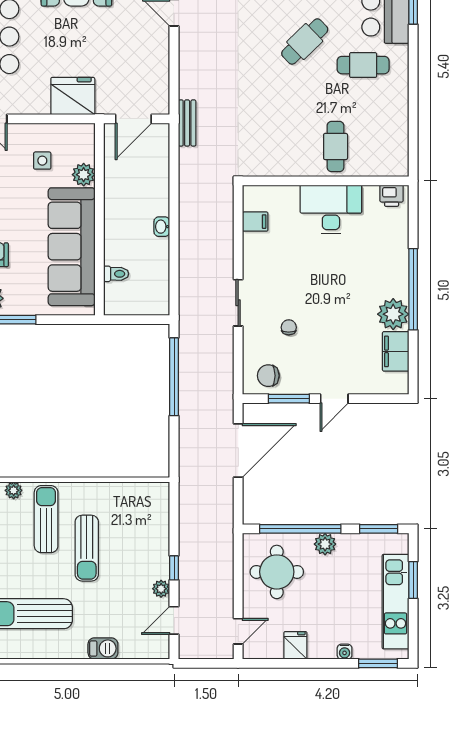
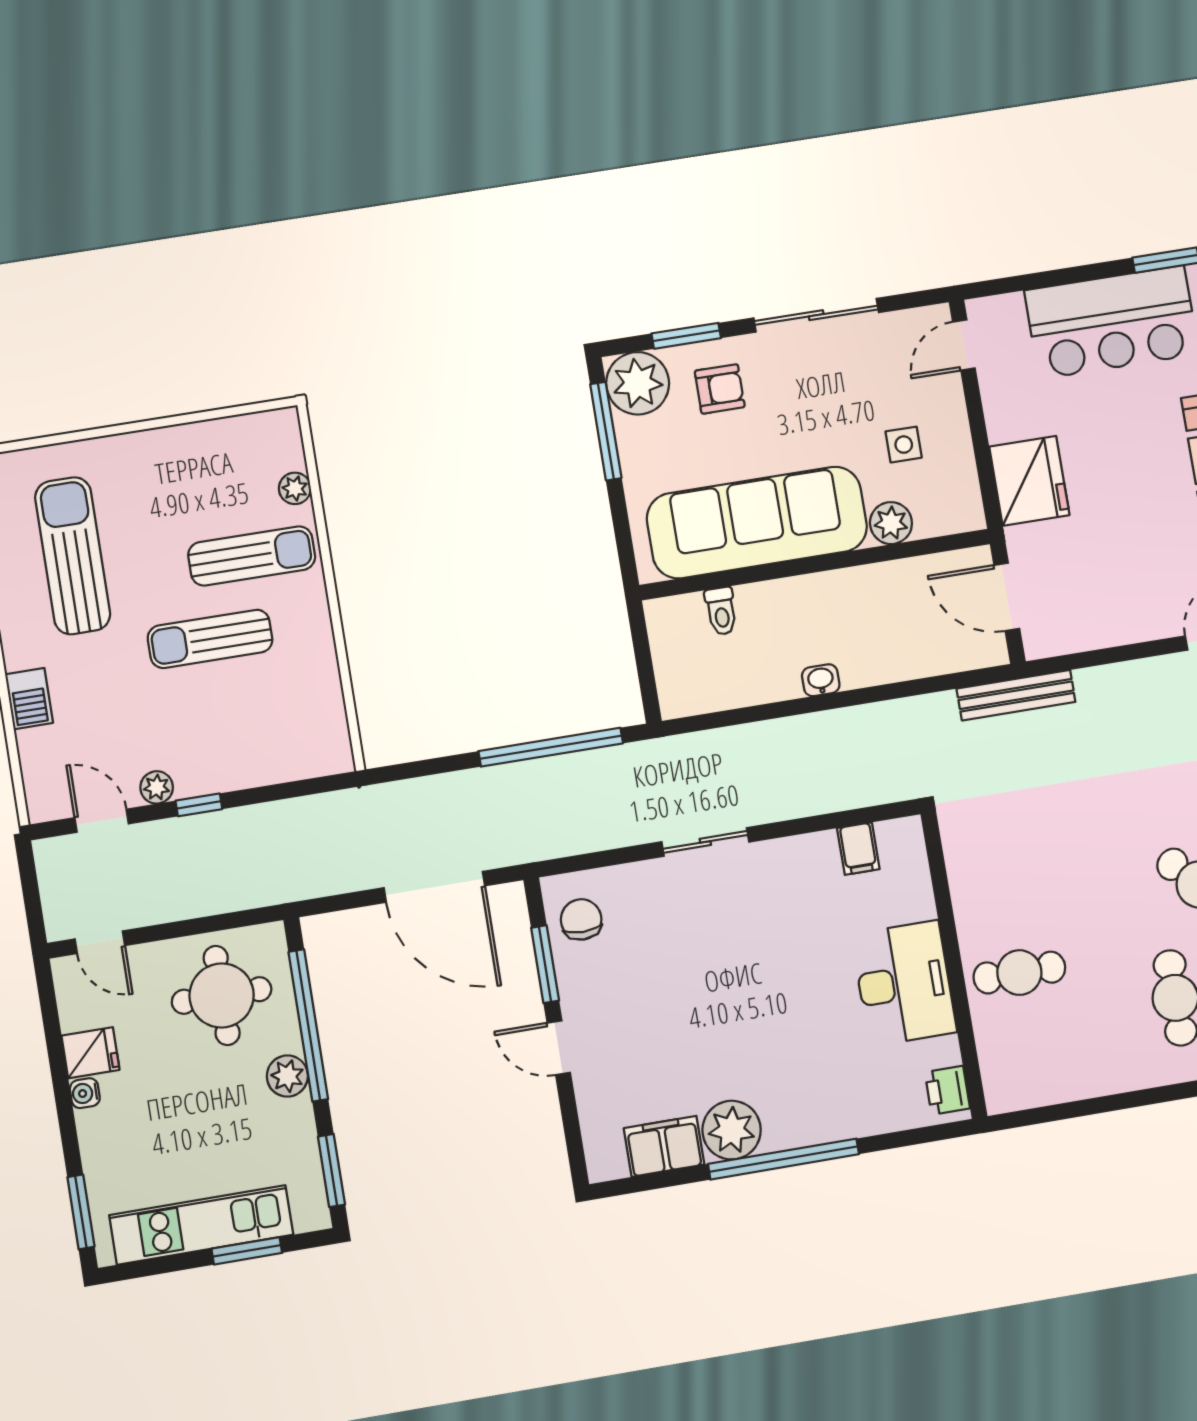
bench: (187, 123) -> (1016, 695), width x1.36
chair: (289, 327) -> (676, 942), removed
water cooler: (345, 652) -> (85, 1093), moved

